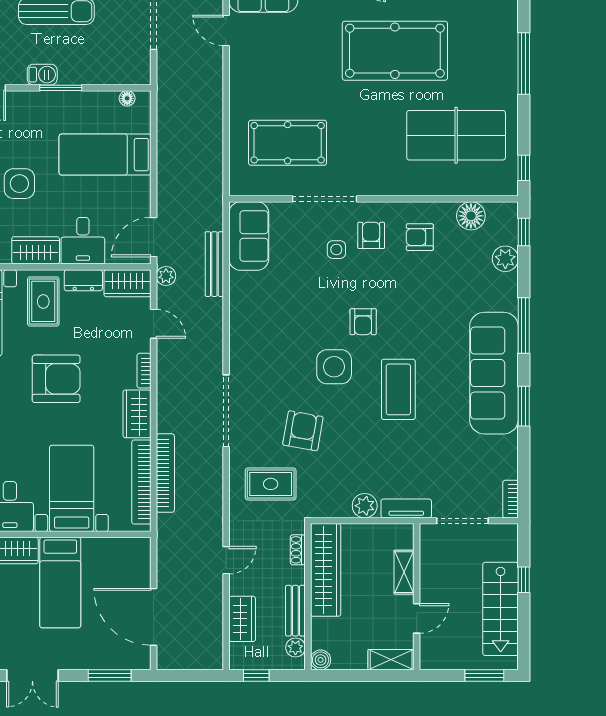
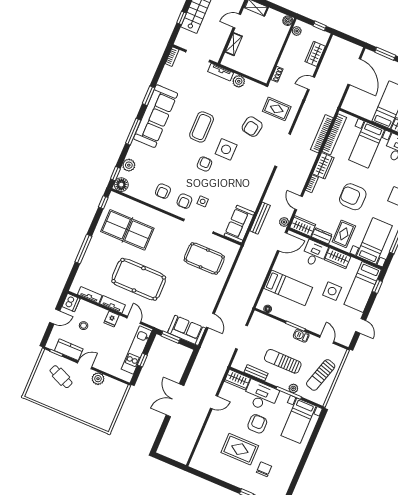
floor lamp: (471, 216) -> (121, 185), moved
armchair: (420, 237) -> (163, 191), turned 90
wardrobe: (326, 570) -> (268, 60), removed
bench: (295, 611) -> (290, 47), removed

